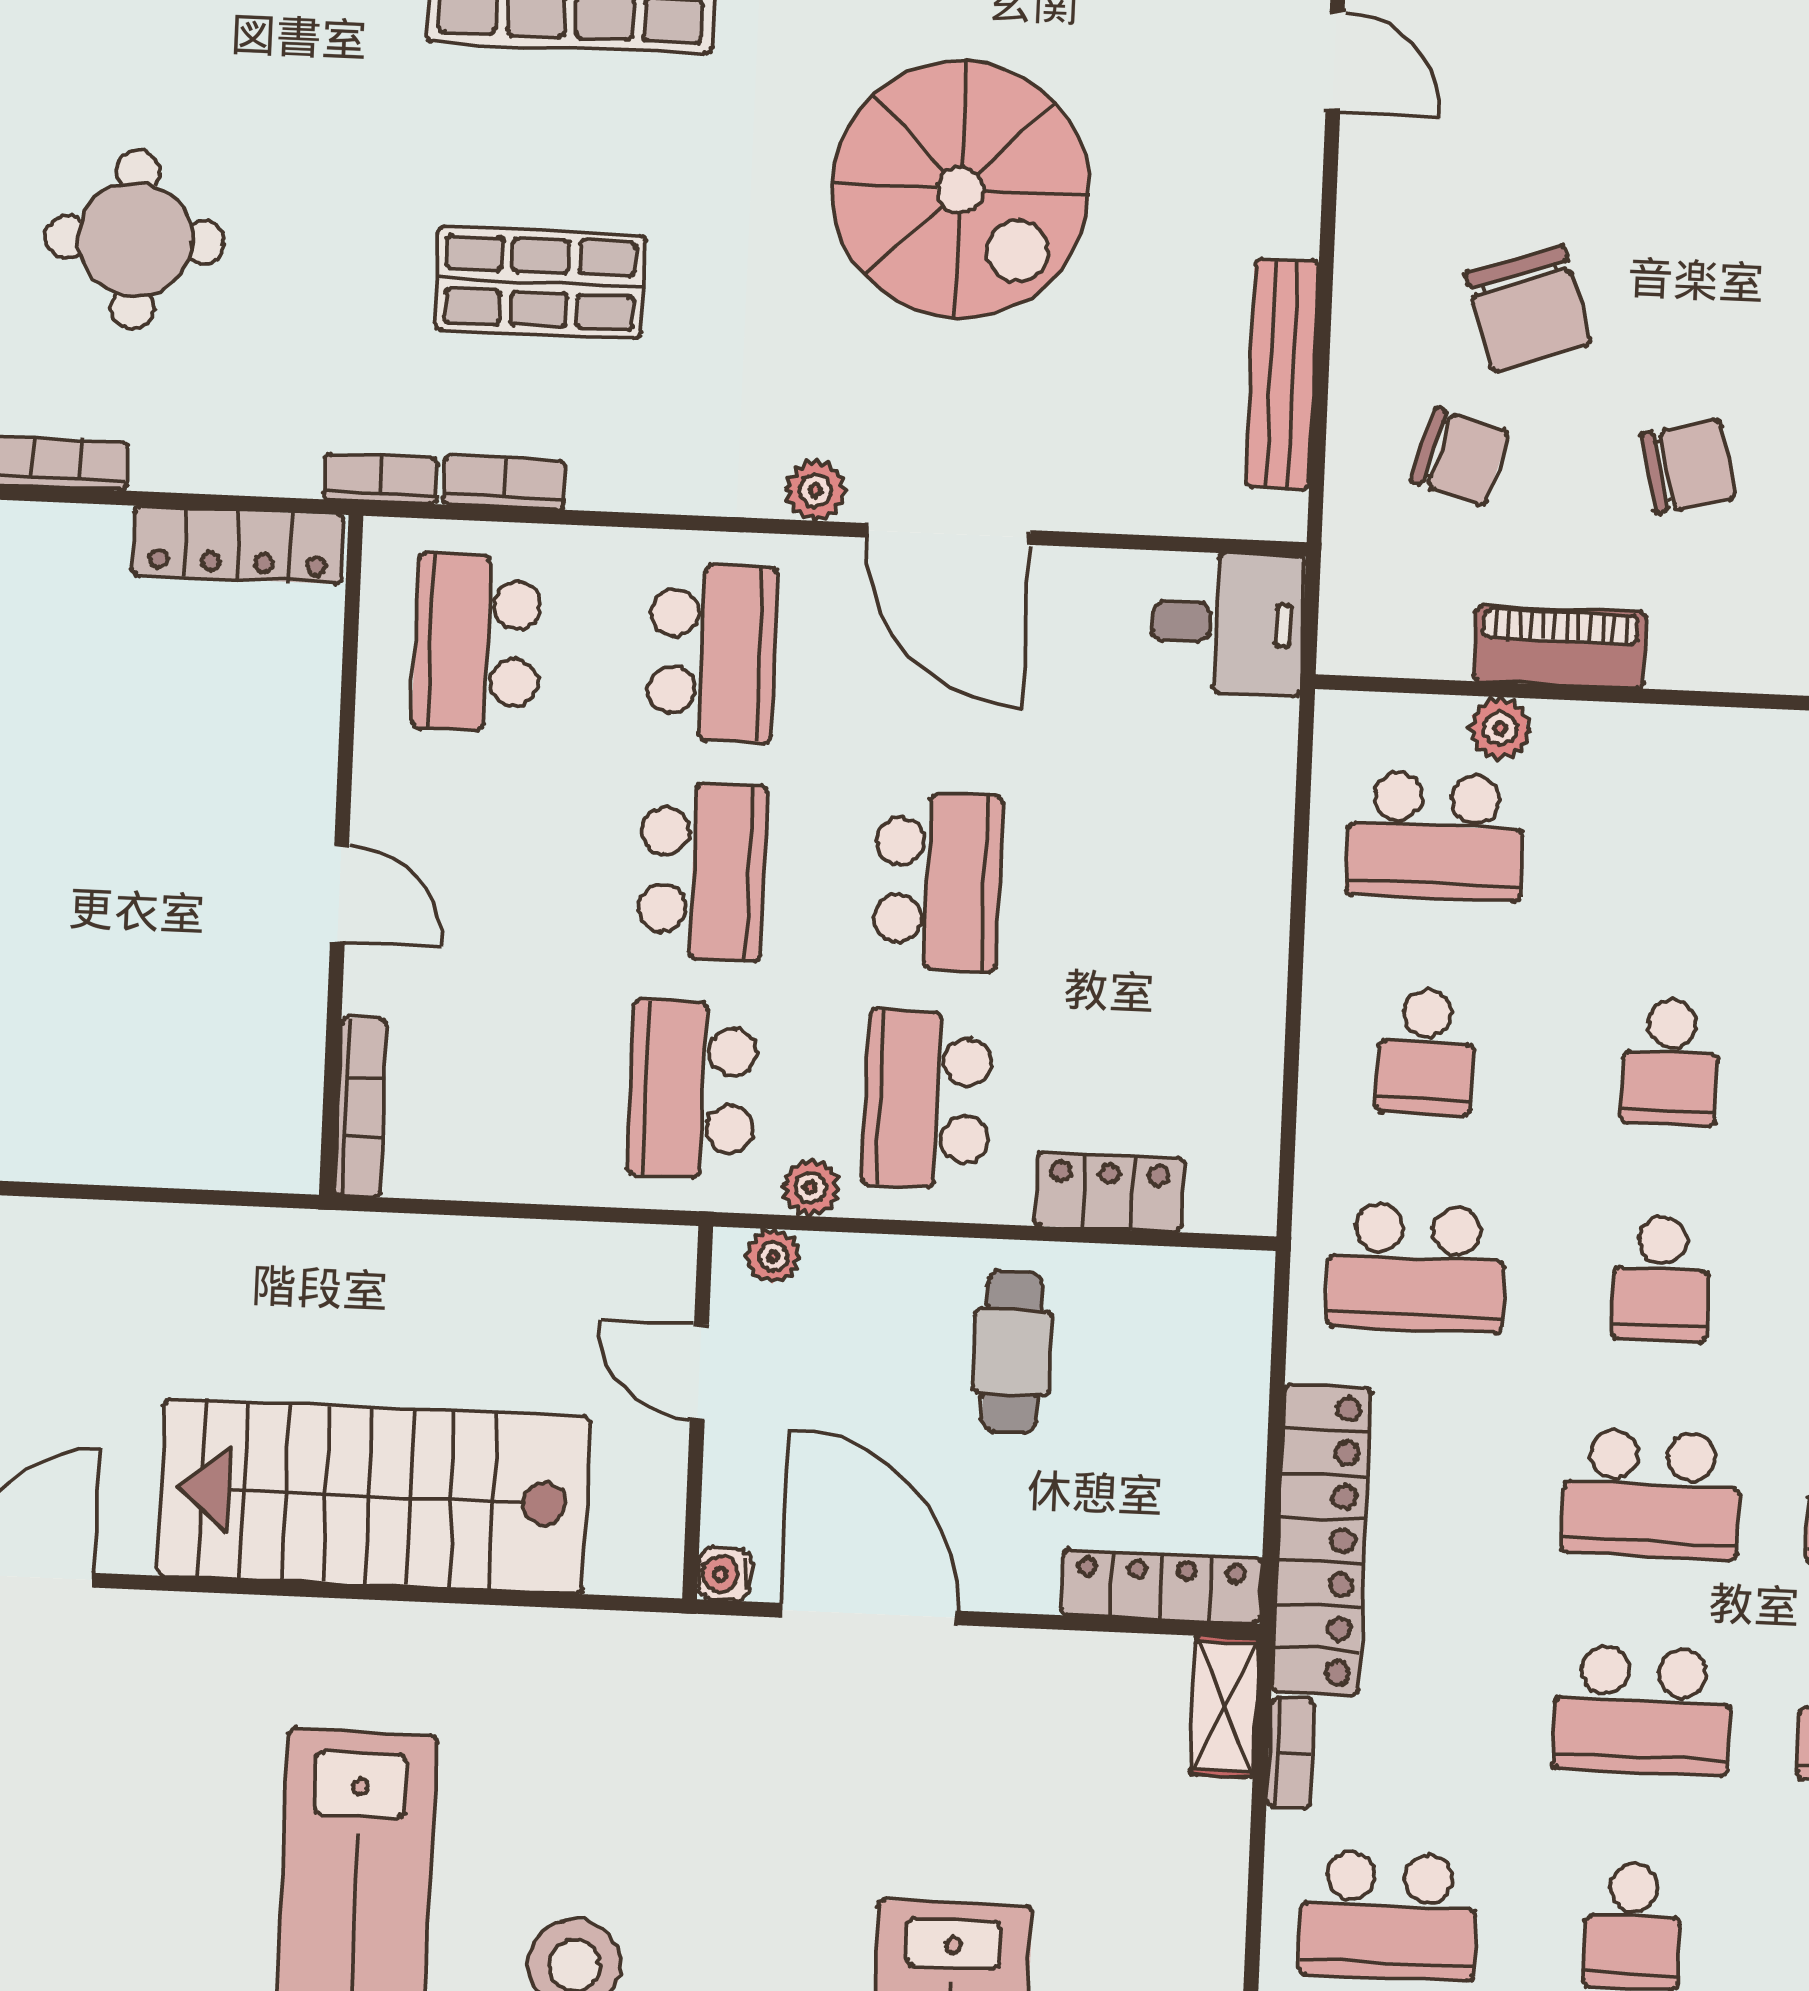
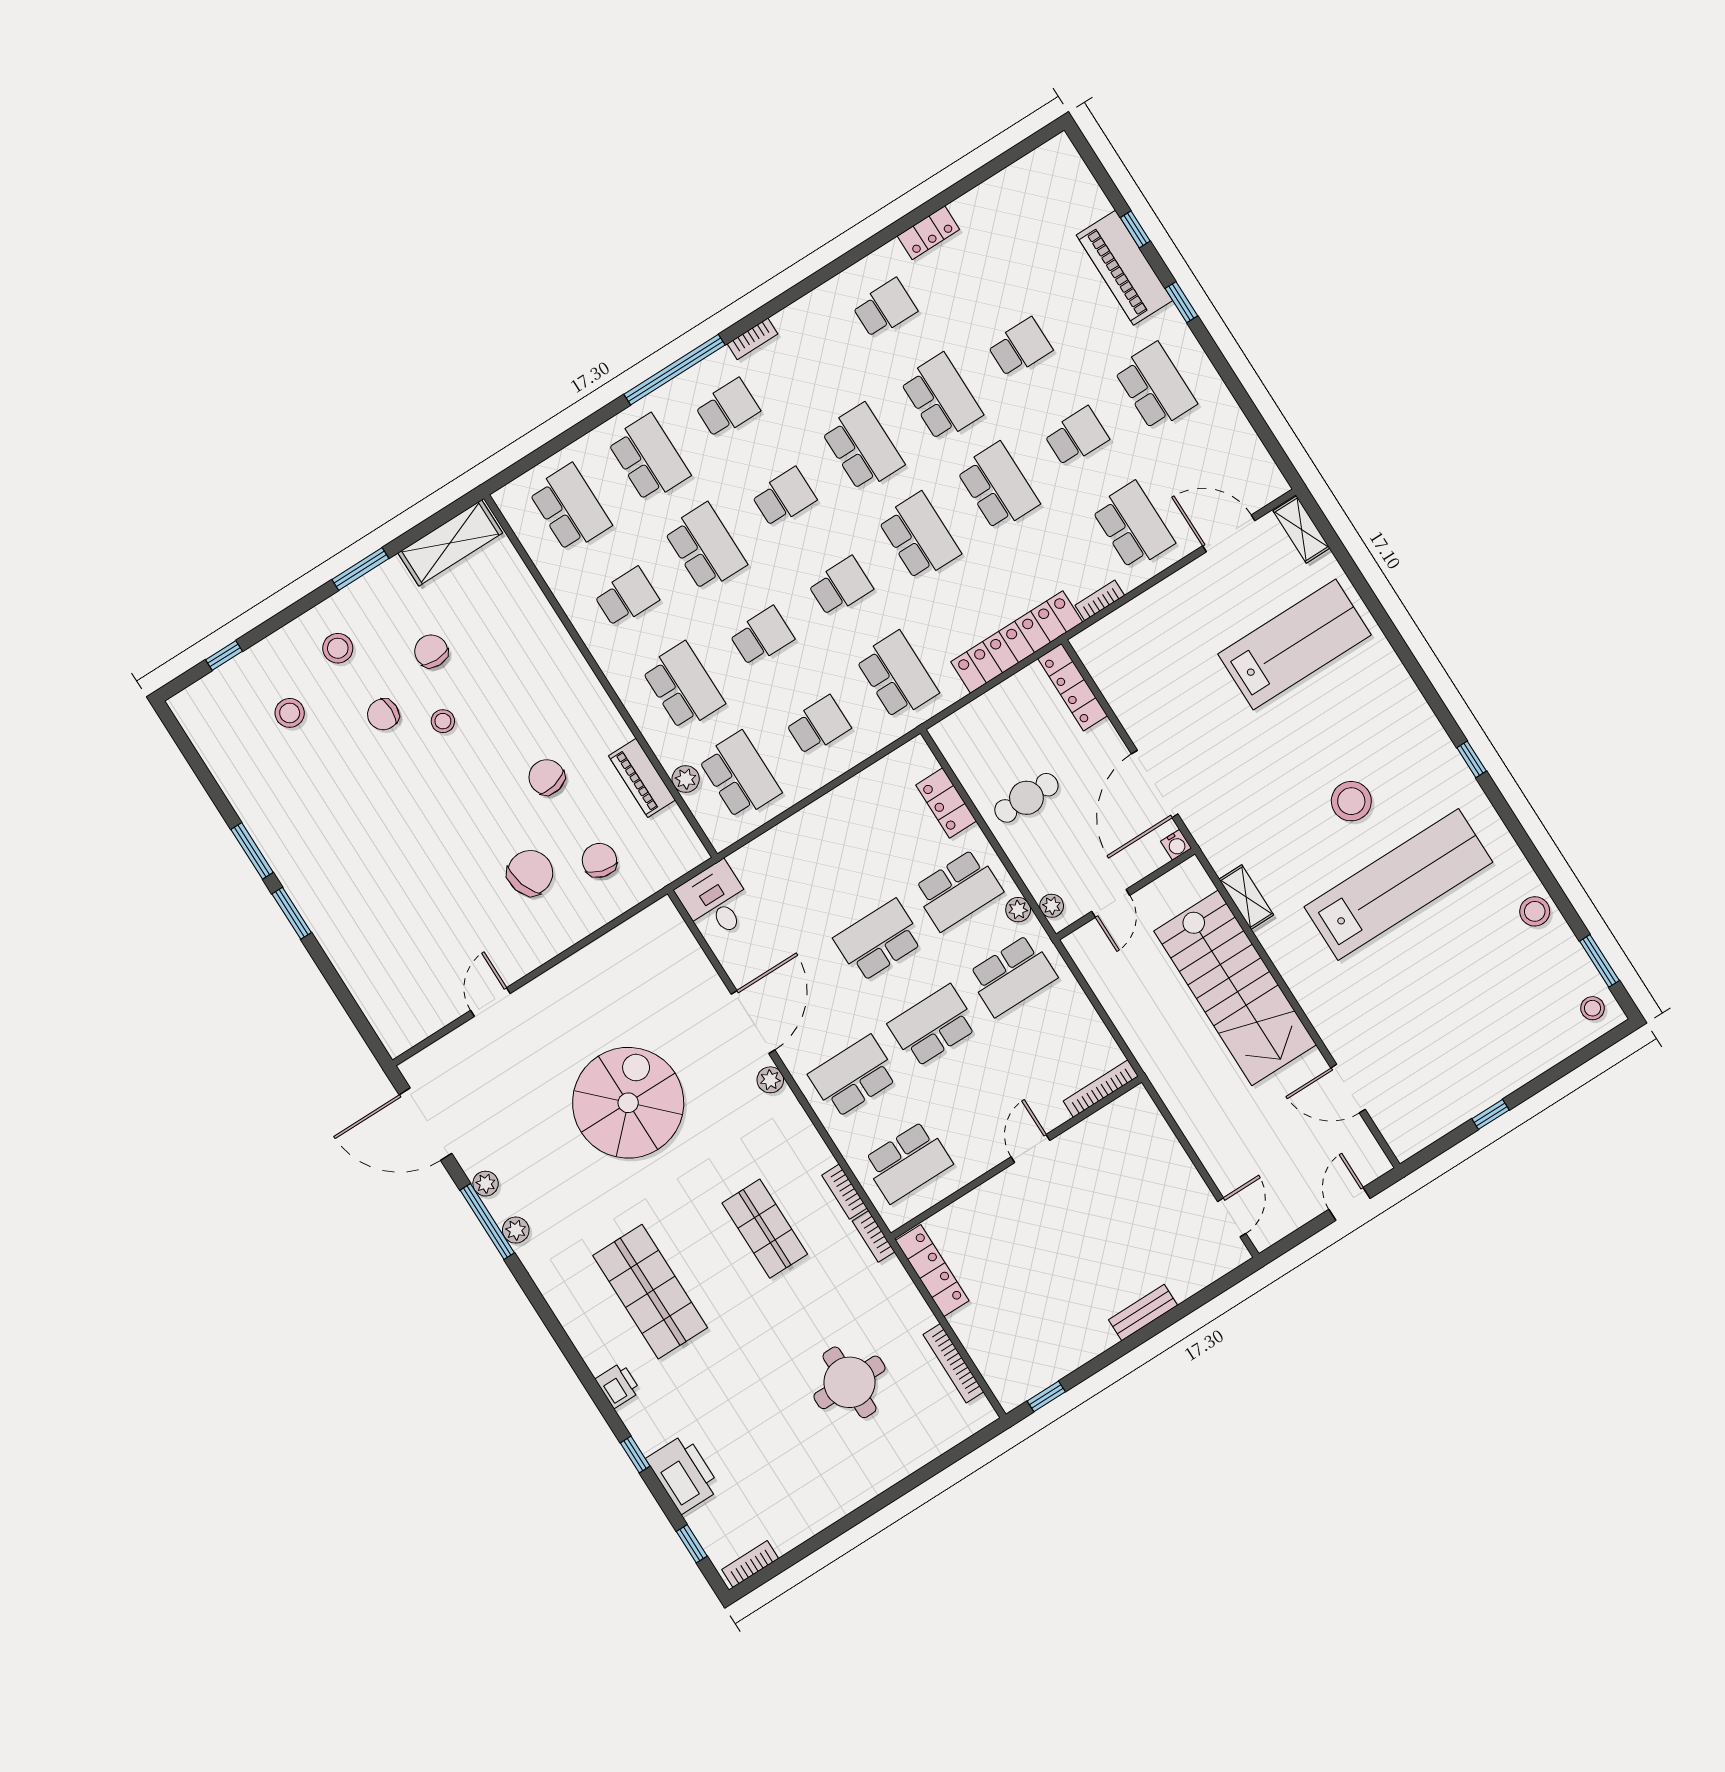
bench: (1282, 374) -> (614, 944), removed
school desk: (1680, 847) -> (683, 686), added
shelving: (1225, 1706) -> (1246, 897), moved, turned 90

